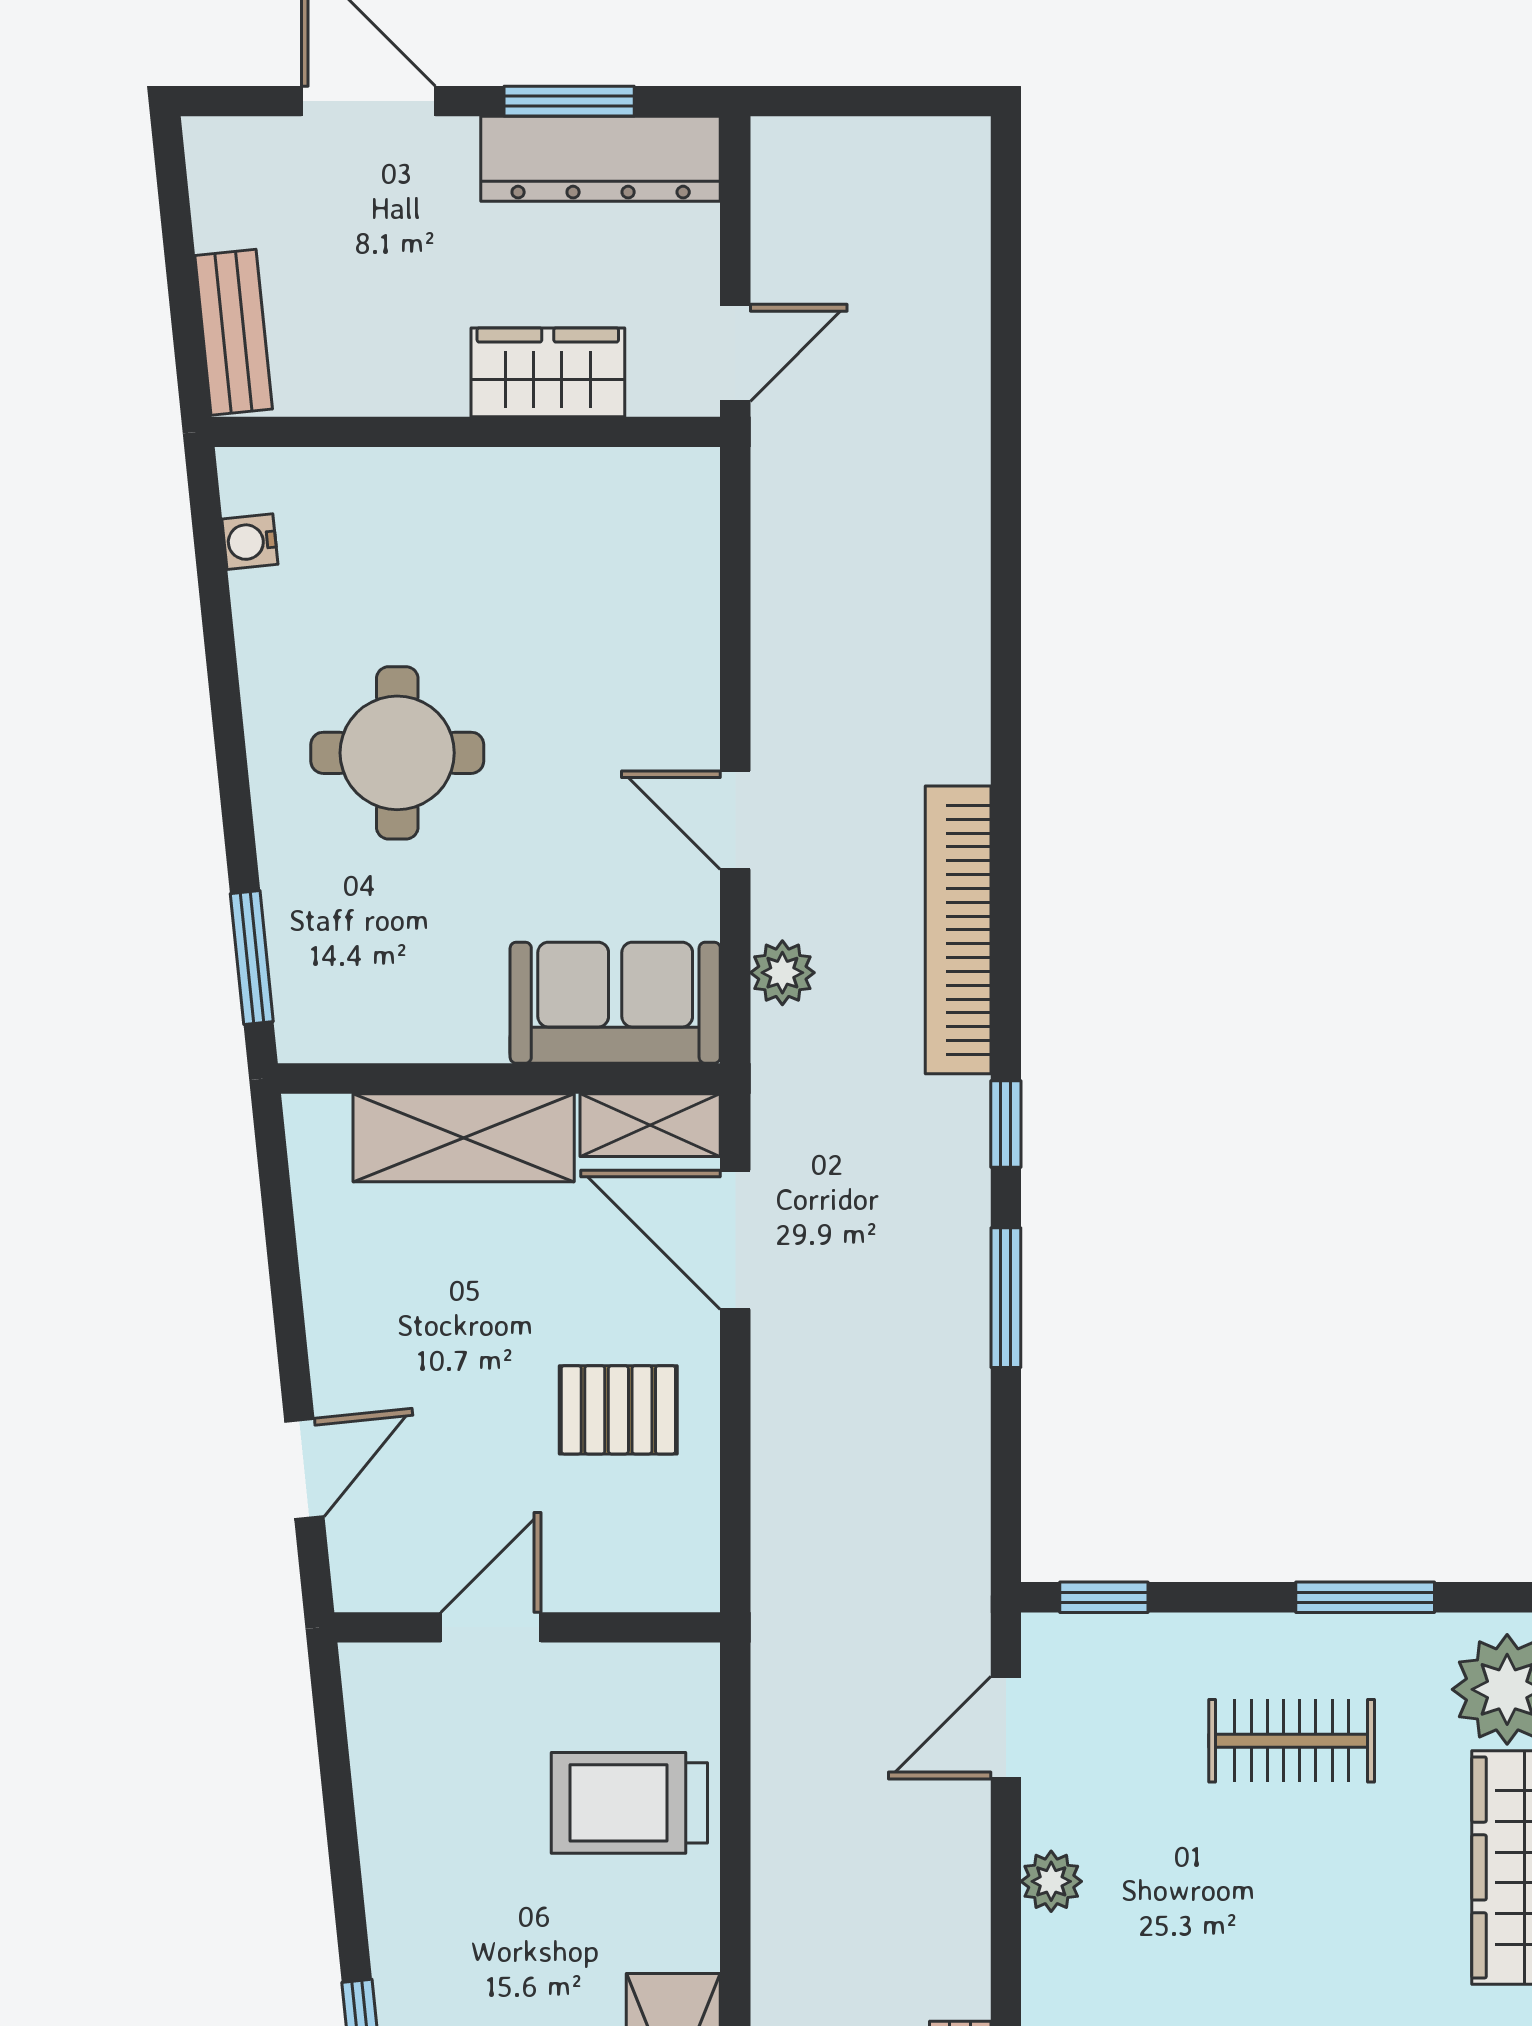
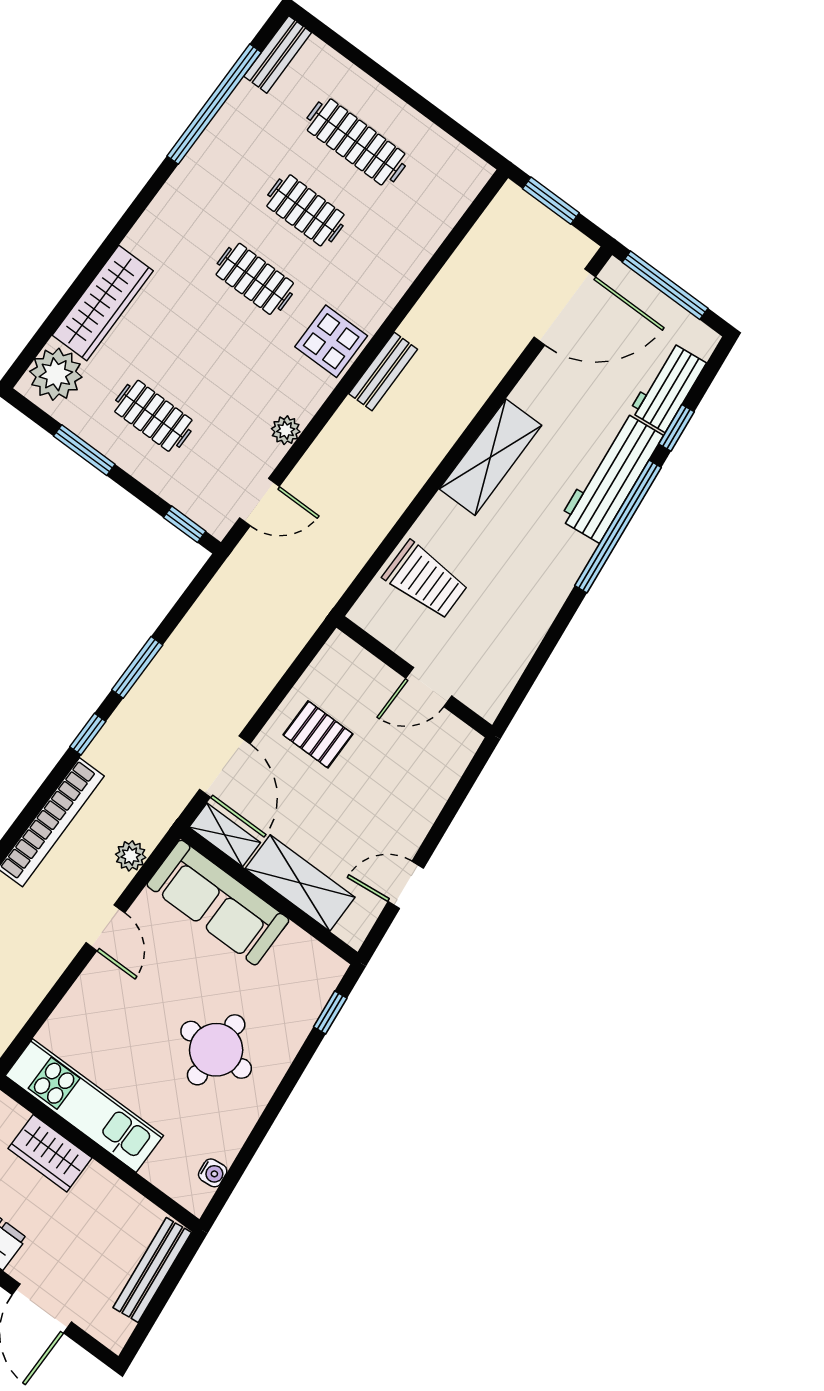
bench: (234, 332) -> (152, 1270), width x1.36
kitchen unit: (550, 495) -> (84, 1106), added
window: (252, 958) -> (330, 1012), width x0.67
sofa: (615, 1003) -> (218, 903), width x1.36
door: (304, 1469) -> (406, 885), moved

